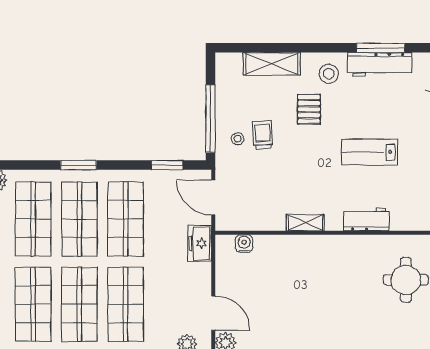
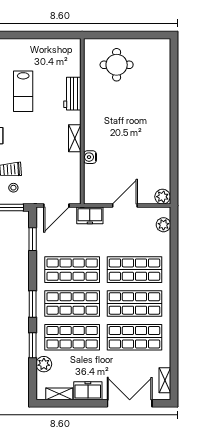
window: (22, 165) -> (33, 345), added
water cooler: (244, 243) -> (90, 157), moved
door: (213, 313) -> (125, 206), moved

